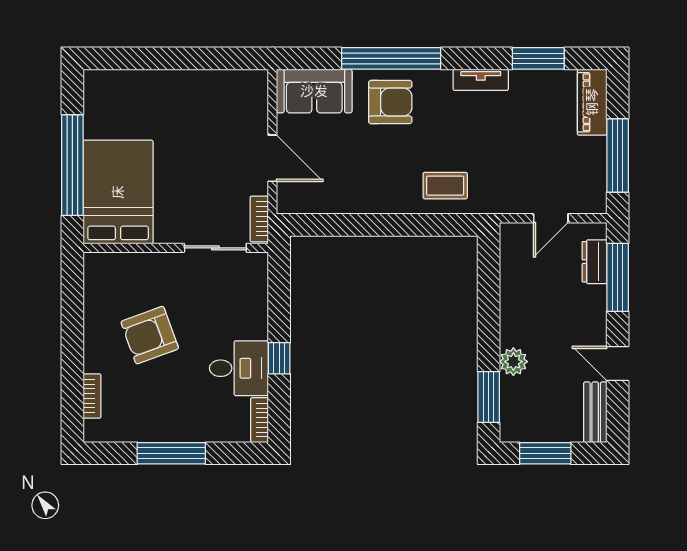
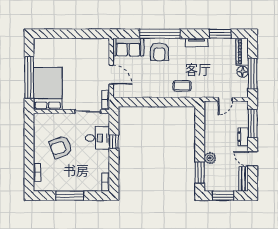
armchair: (390, 102) -> (159, 52), turned 90
floor lamp: (593, 151) -> (243, 72), added
dresser: (594, 262) -> (243, 137), moved
window: (279, 358) -> (114, 142), moved
desk: (239, 368) -> (97, 138), moved

